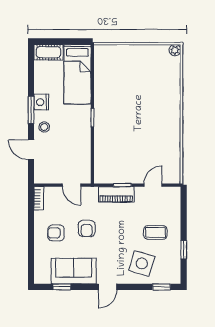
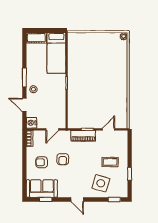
nightstand: (41, 102) -> (32, 123), moved
door: (72, 185) -> (52, 129), hinge flipped
sofa: (74, 271) -> (42, 189), moved
door: (108, 287) -> (77, 200), hinge flipped

